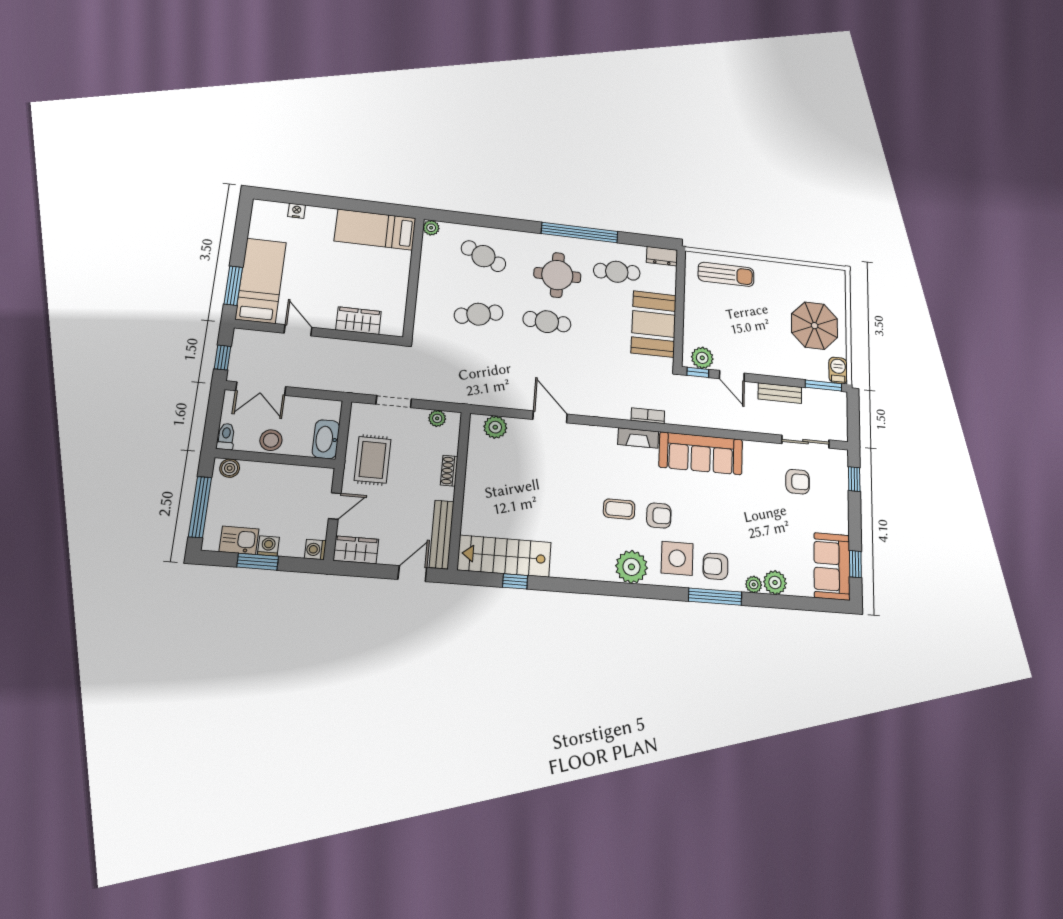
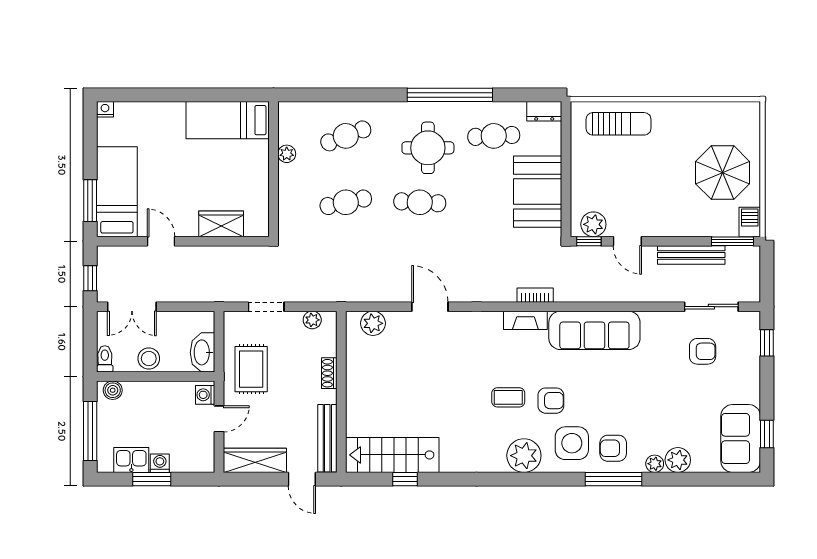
nightstand: (297, 211) -> (105, 109), moved
plant: (431, 228) -> (287, 154), moved
cafe table: (483, 256) -> (346, 136), turned -45
bench: (780, 393) -> (691, 255), width x1.36
washing machine: (315, 549) -> (205, 395), moved
wardrobe: (356, 550) -> (255, 460), width x1.50
door: (412, 574) -> (302, 479), swing flipped

